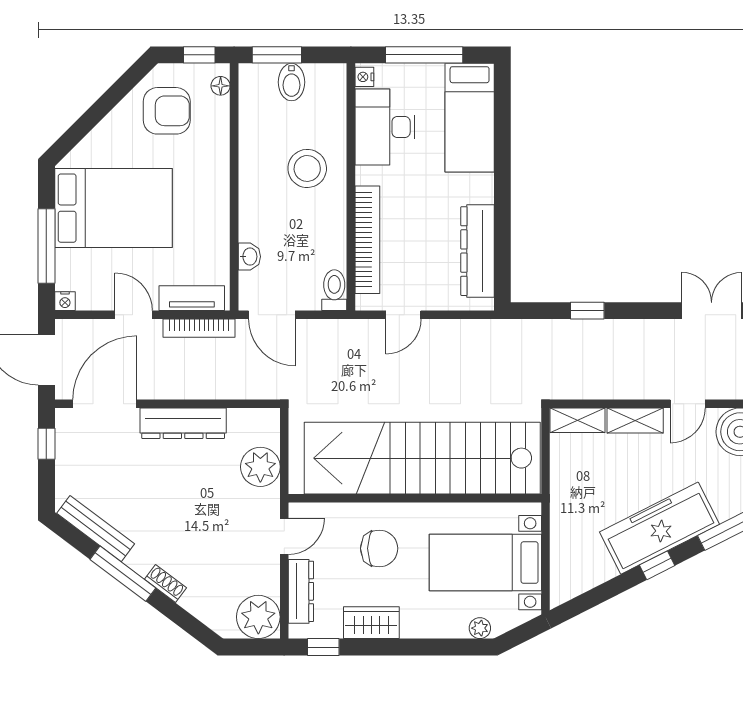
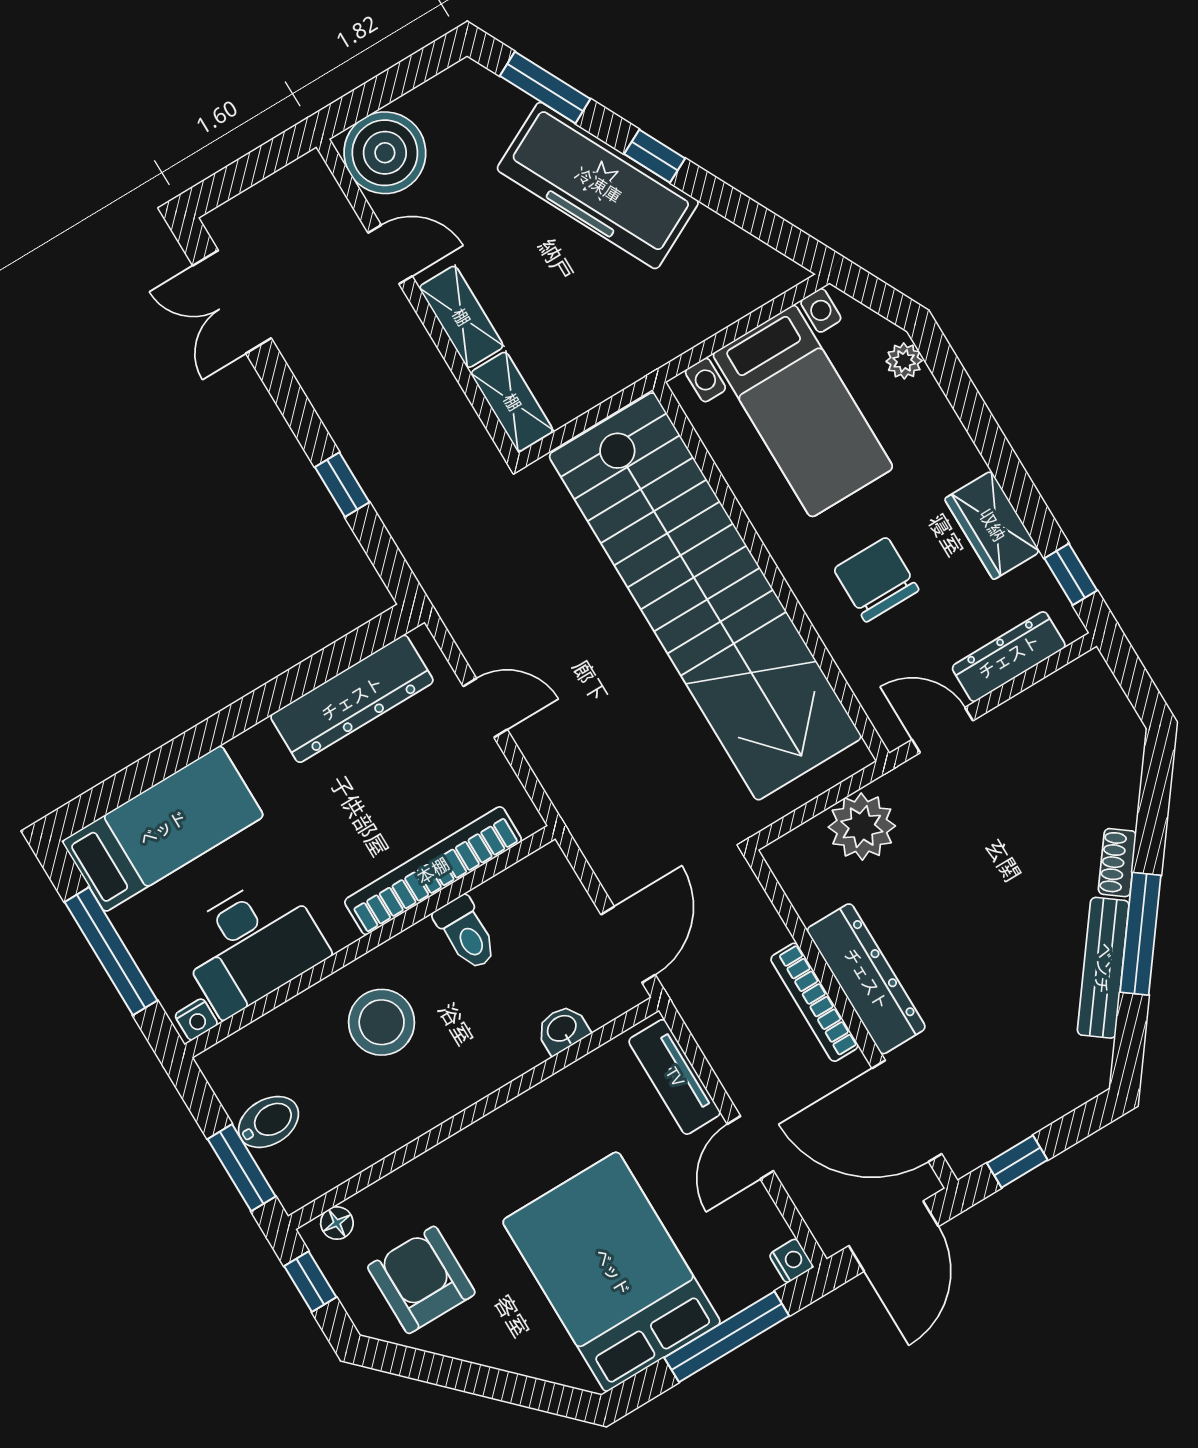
toilet: (334, 290) -> (466, 933), moved, turned -90
door: (403, 315) -> (485, 708), moved
bookcase: (199, 328) -> (814, 1002), moved, turned 180
bench: (96, 529) -> (1103, 968), moved
plant: (258, 617) -> (1084, 697), removed

